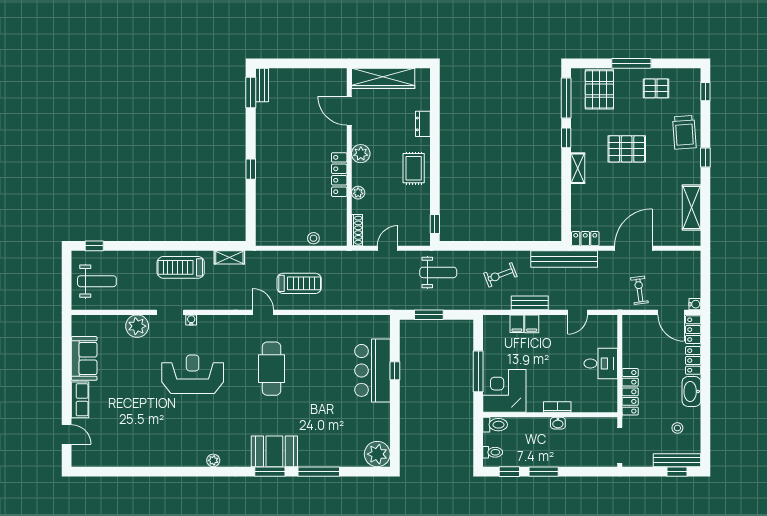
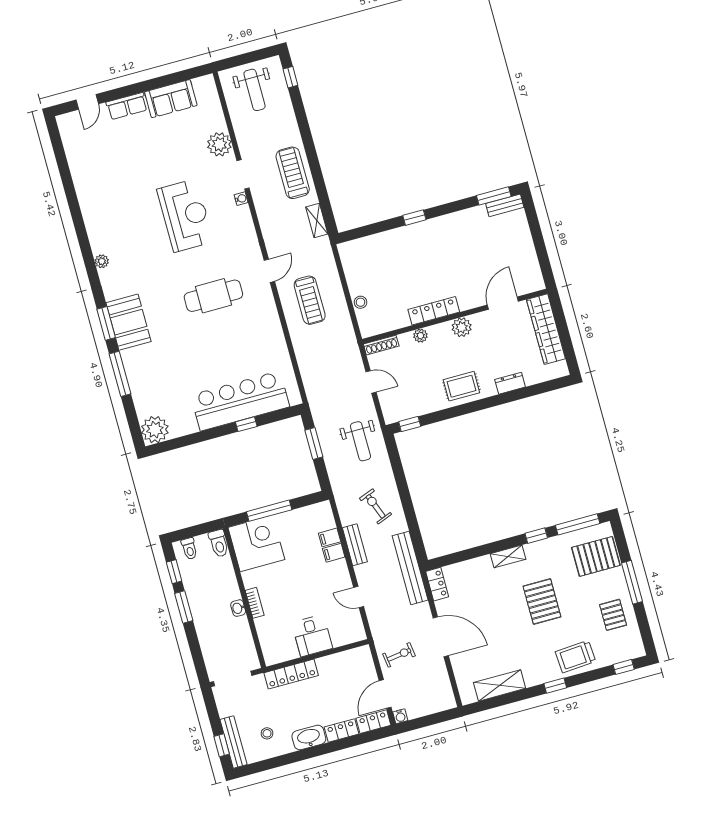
bar counter: (372, 370) -> (240, 401), width x1.36

